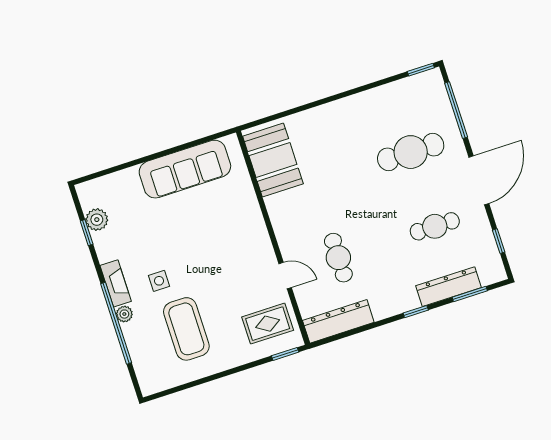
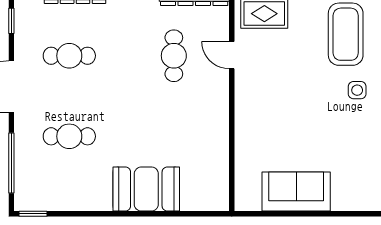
cafe table: (411, 152) -> (69, 136), width x0.73, depth x0.74
booth: (273, 160) -> (146, 189), moved, turned 90
sofa: (185, 169) -> (296, 192), width x0.73

